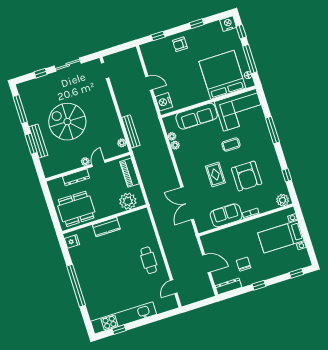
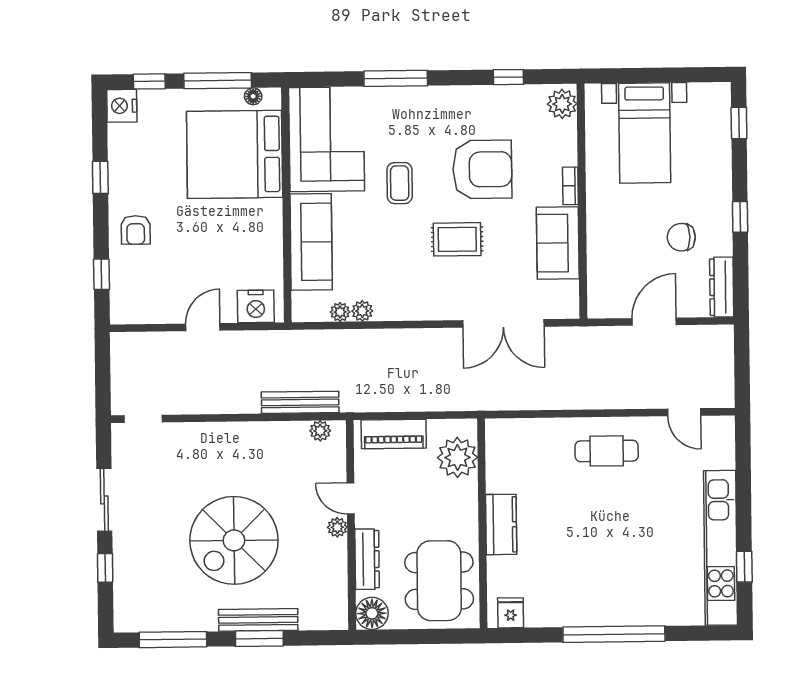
floor lamp: (55, 186) -> (372, 613), added

